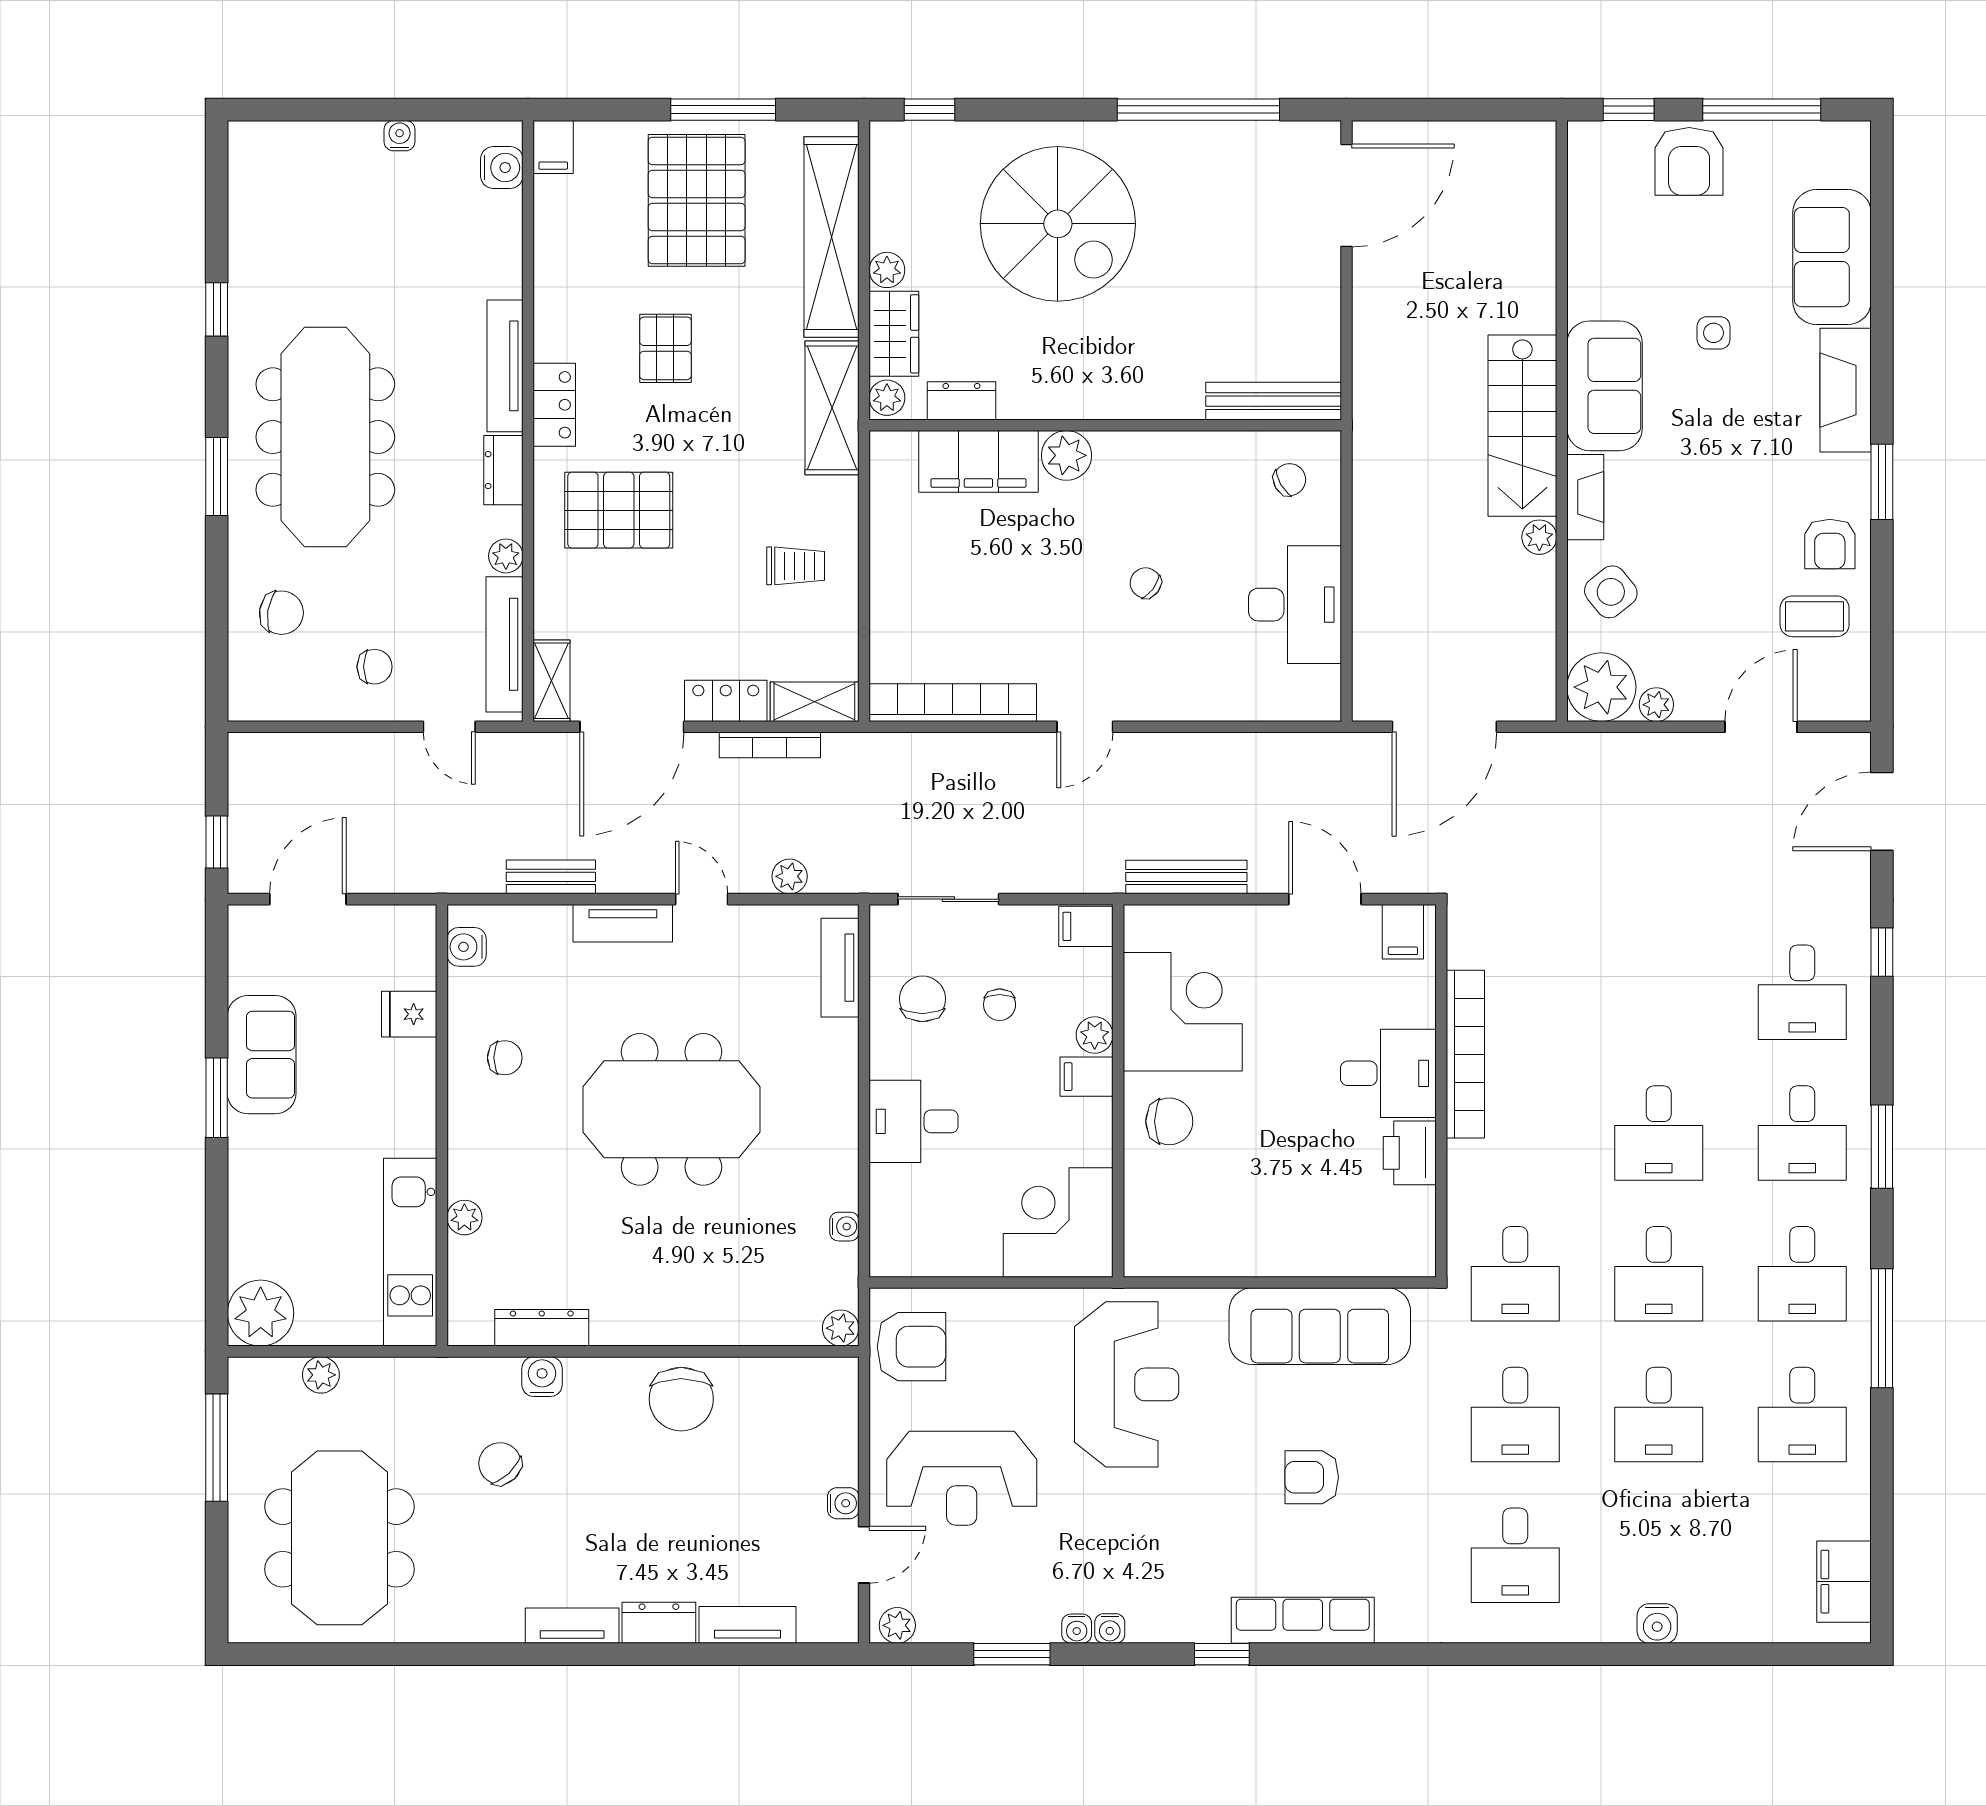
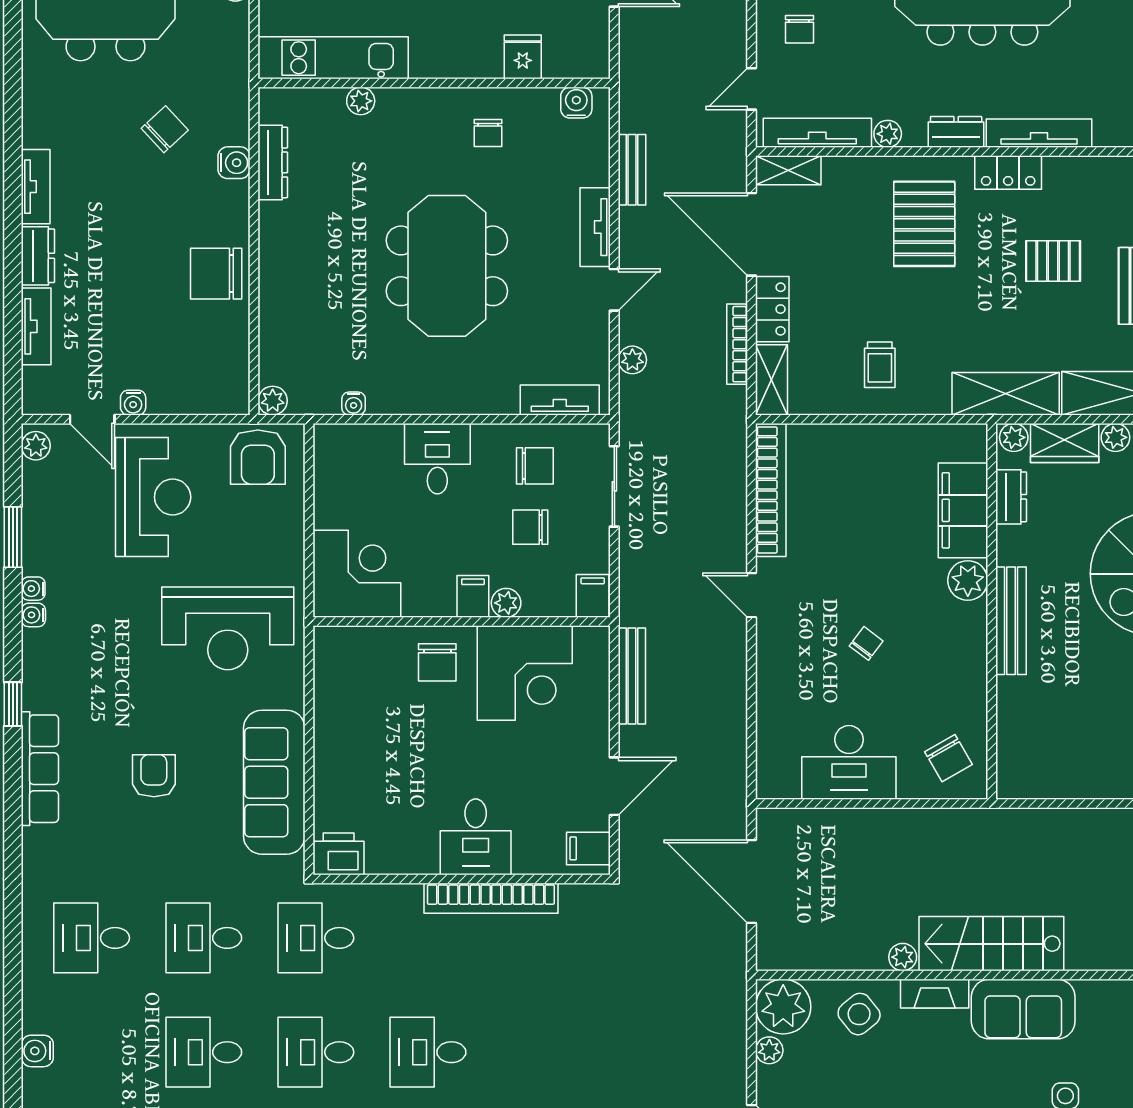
bench: (1274, 401) -> (1011, 621), moved
chair: (1290, 480) -> (948, 758), width x1.37, depth x1.37
chair: (1000, 1005) -> (530, 527), width x1.37, depth x1.37
printer: (1410, 1153) -> (339, 854), moved
reception desk: (962, 1478) -> (153, 497), turned 180

